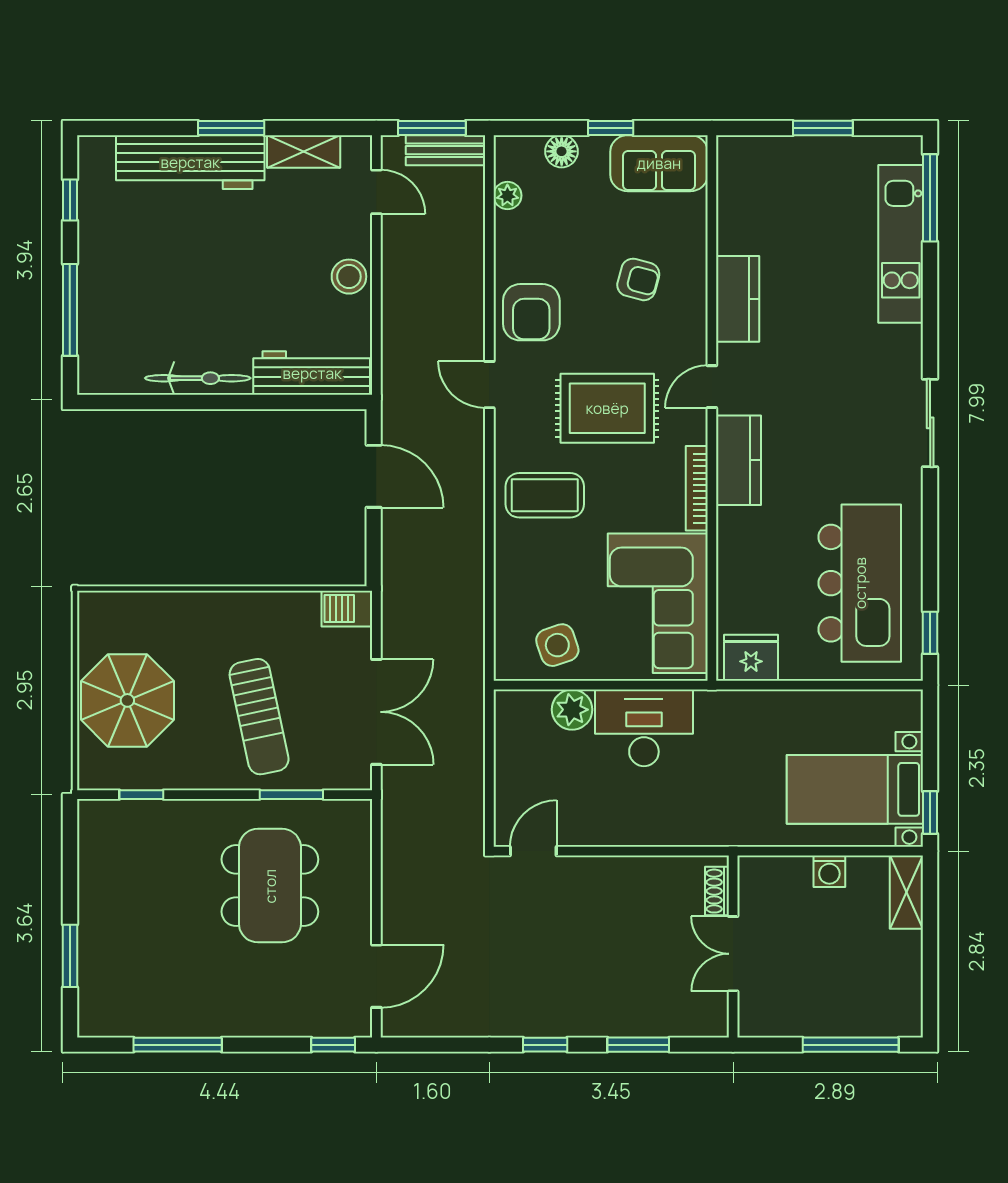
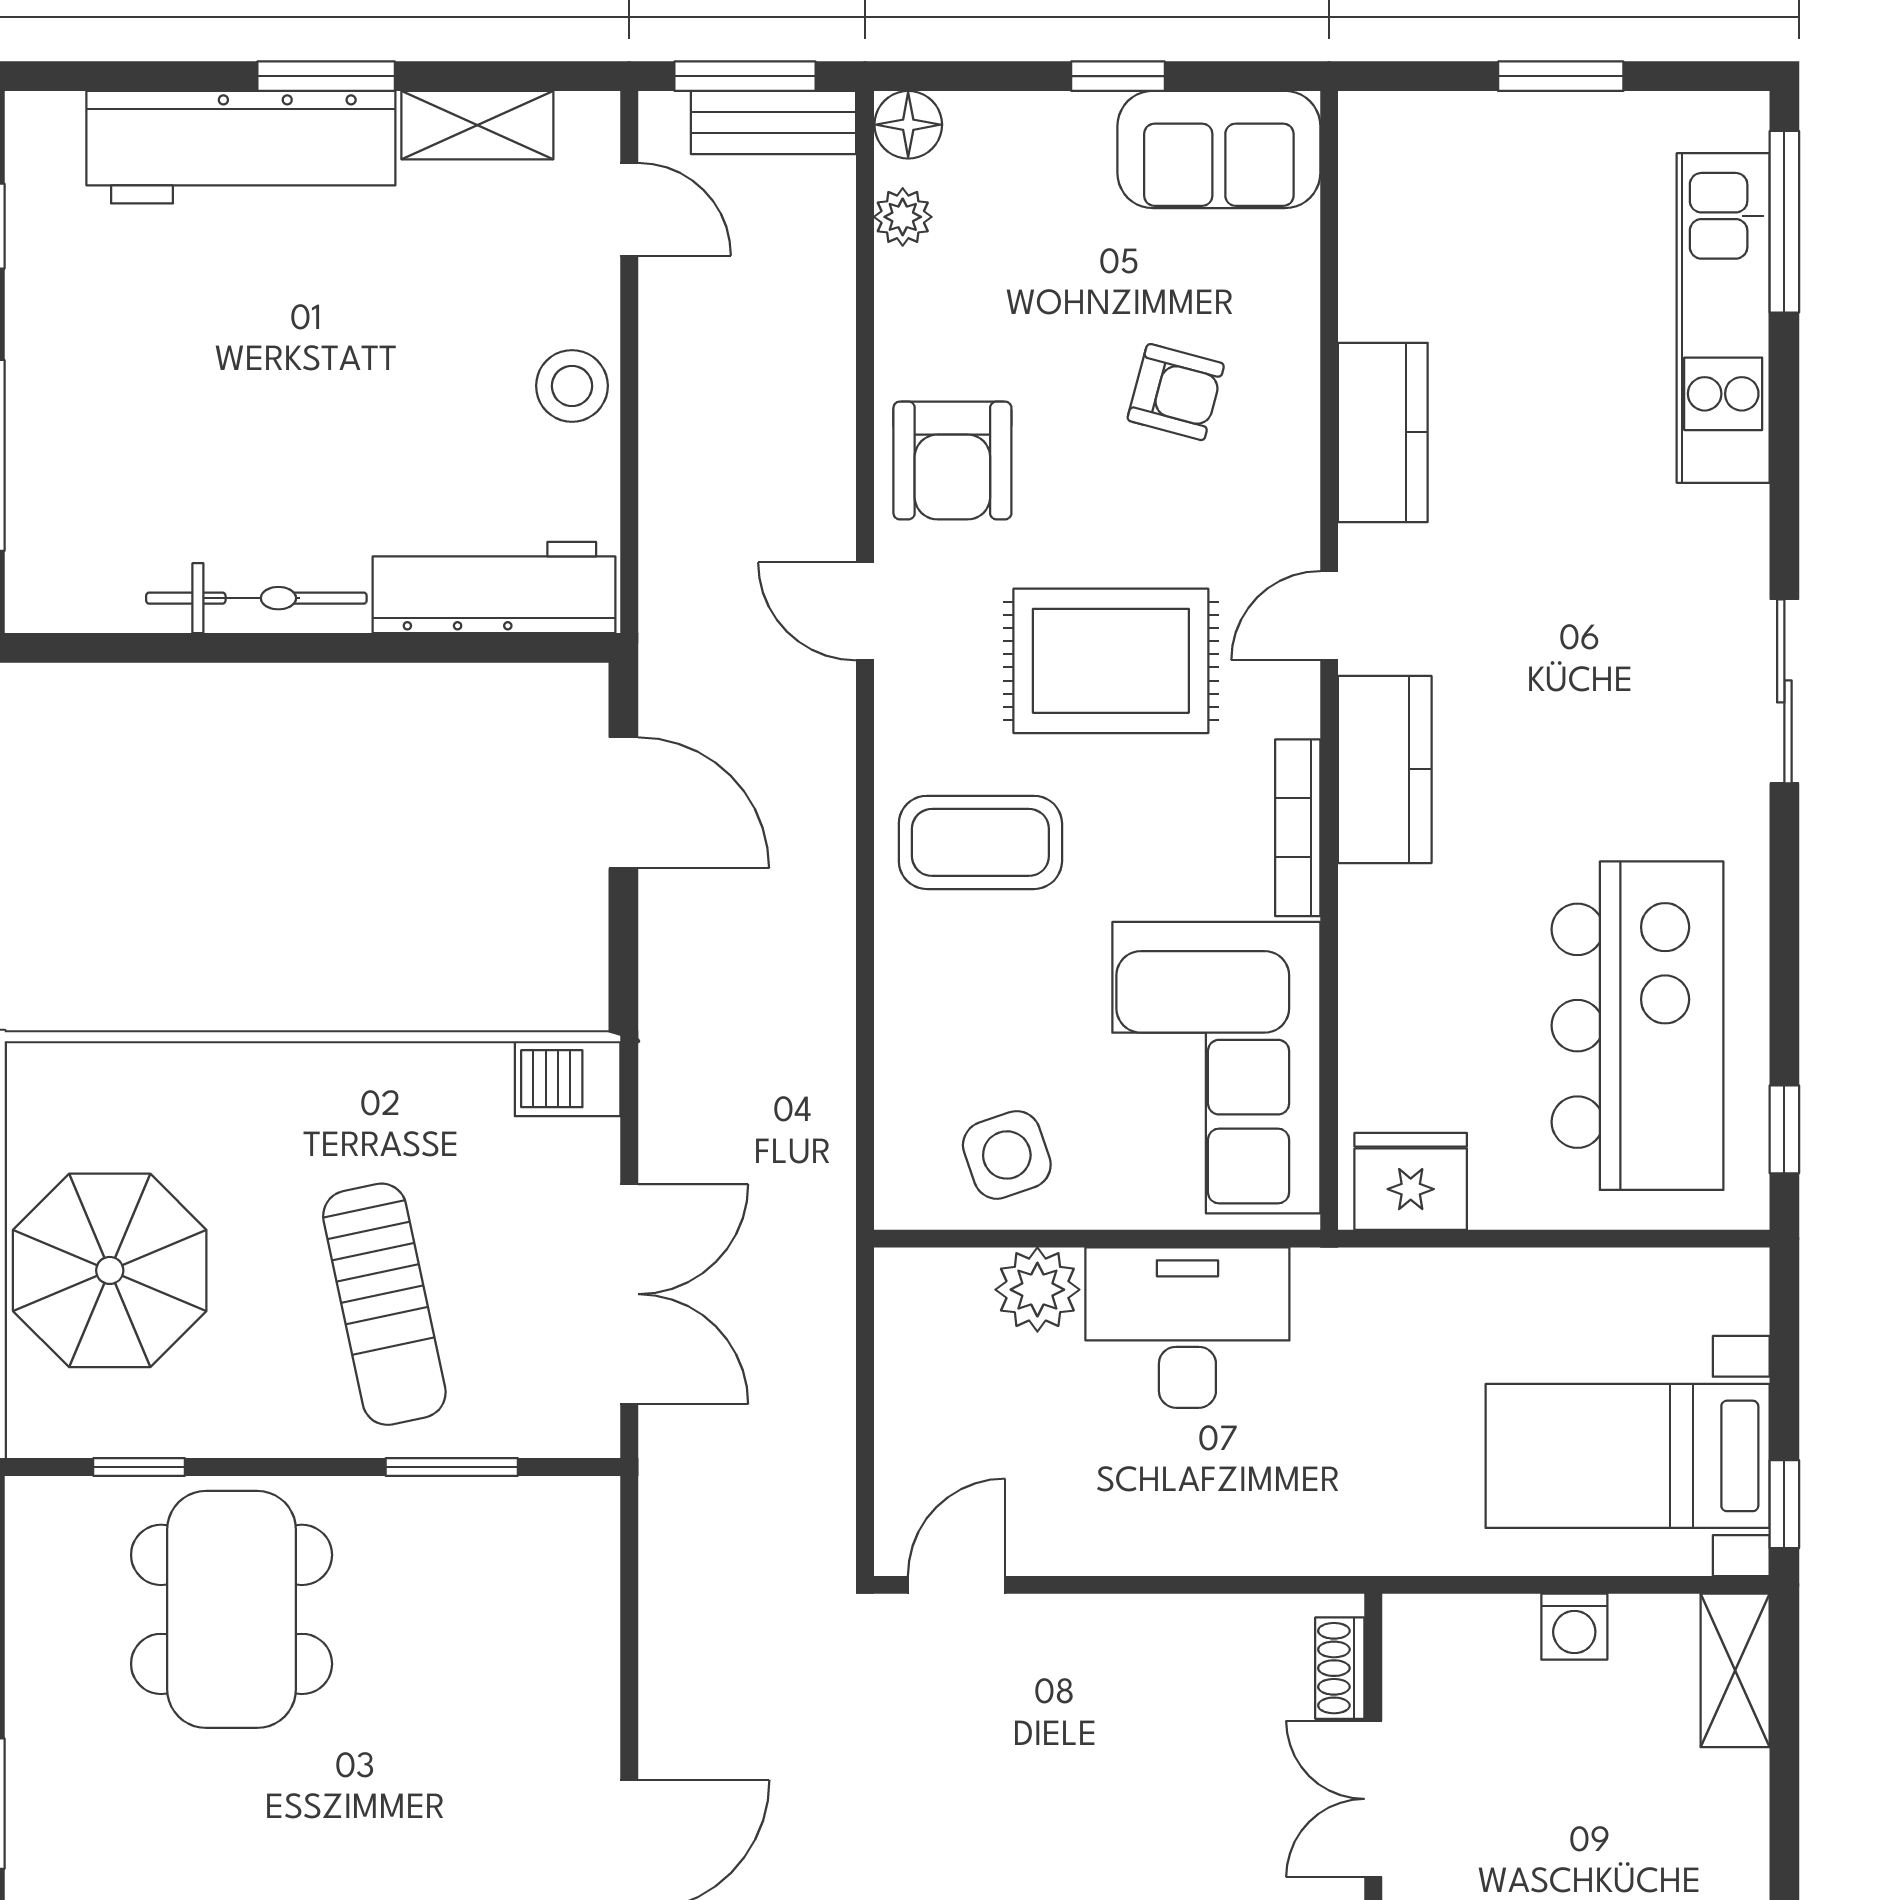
floor lamp: (562, 151) -> (908, 125), moved
dining table: (270, 886) -> (232, 1609), moved

